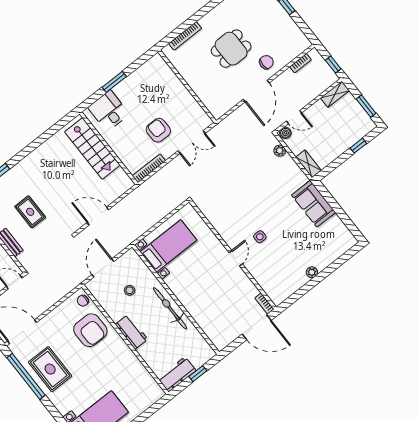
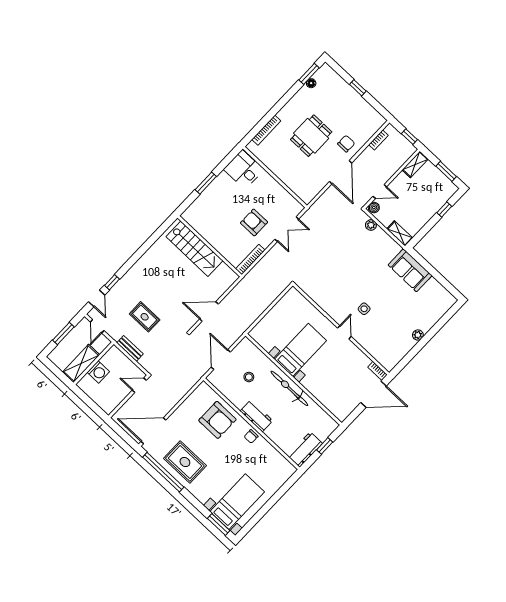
desk: (109, 111) -> (244, 170), moved
bed with nightstands: (168, 246) -> (300, 350), moved
chair: (83, 301) -> (251, 436), moved

